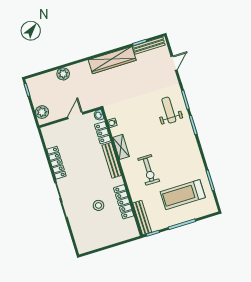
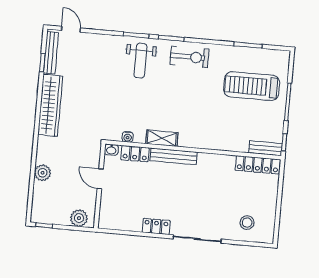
door: (174, 63) -> (71, 29), moved
weight bench: (169, 110) -> (140, 61), turned -90
locker: (56, 163) -> (156, 226), width x0.66
exercise bike: (149, 170) -> (189, 57), moved
treadmill: (183, 195) -> (252, 86), turned 90
locker: (124, 202) -> (258, 165), moved
stool: (98, 205) -> (247, 223), moved
bench: (142, 217) -> (265, 148), width x0.73

